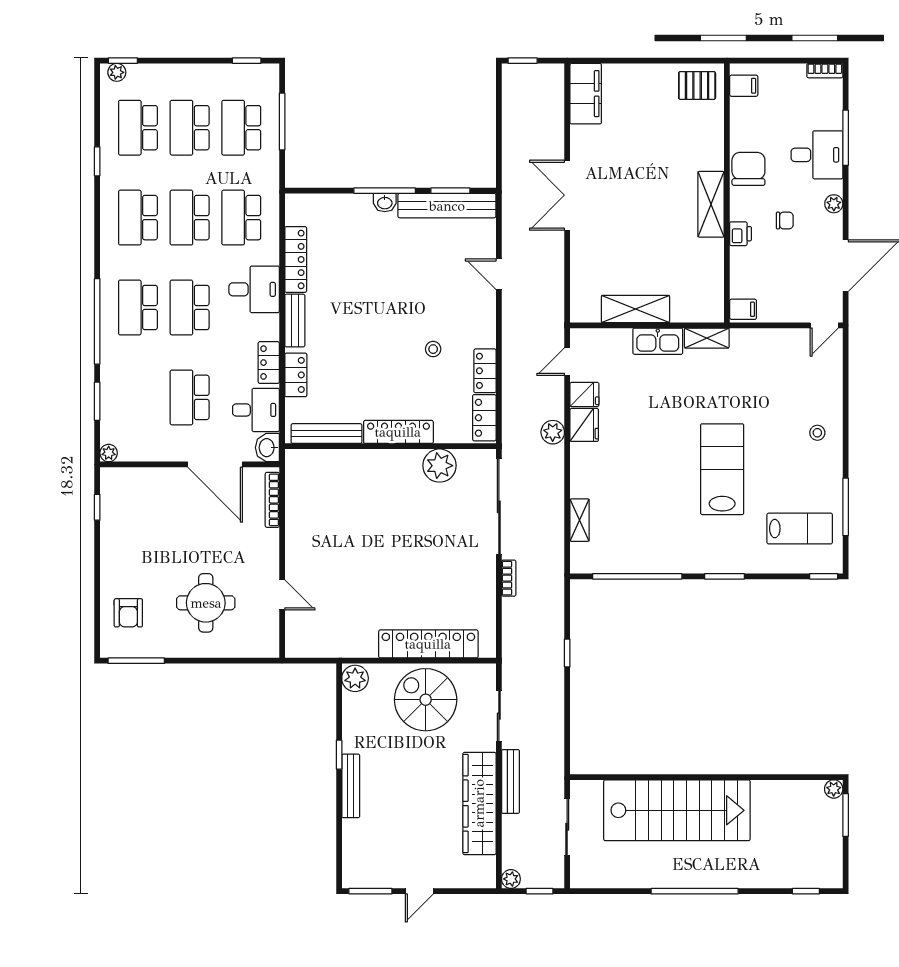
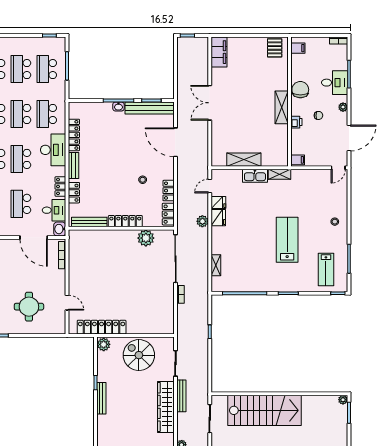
pallet: (697, 85) -> (275, 48), turned 90
door: (499, 274) -> (175, 142), width x1.87
desk: (254, 289) -> (53, 150), width x1.37
lab bench: (800, 529) -> (326, 269), turned 90
locker: (428, 644) -> (102, 327), moved

